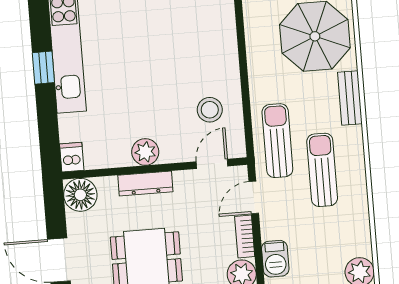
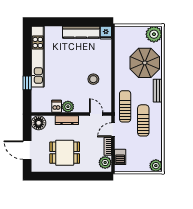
window: (43, 68) -> (27, 83), moved
stool: (210, 110) -> (93, 79), moved
dishwasher: (72, 157) -> (57, 106), moved
door: (212, 164) -> (96, 114), hinge flipped

